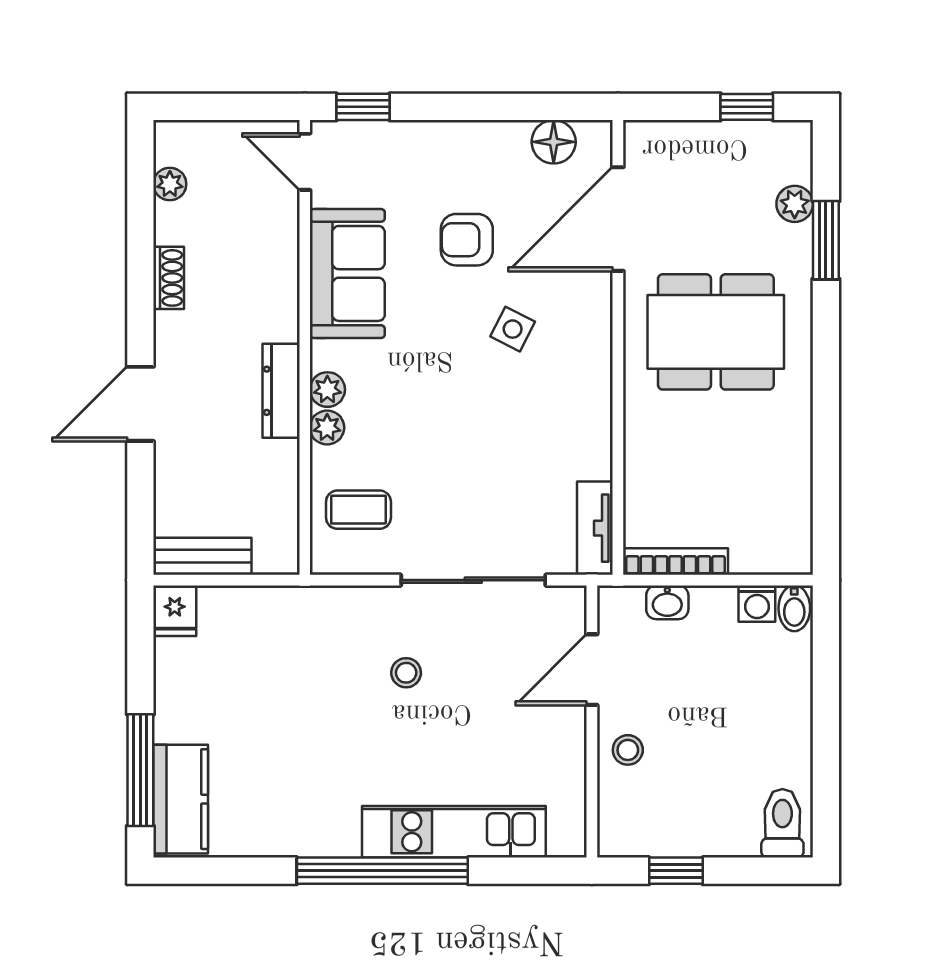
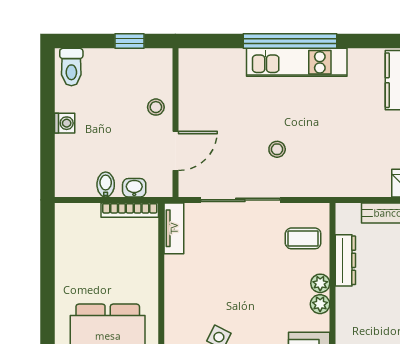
dresser: (281, 391) -> (345, 260), moved
washing machine: (757, 604) -> (65, 123), moved, turned 90
bidet: (794, 608) -> (106, 184), moved
kitchen unit: (454, 832) -> (297, 62), moved

